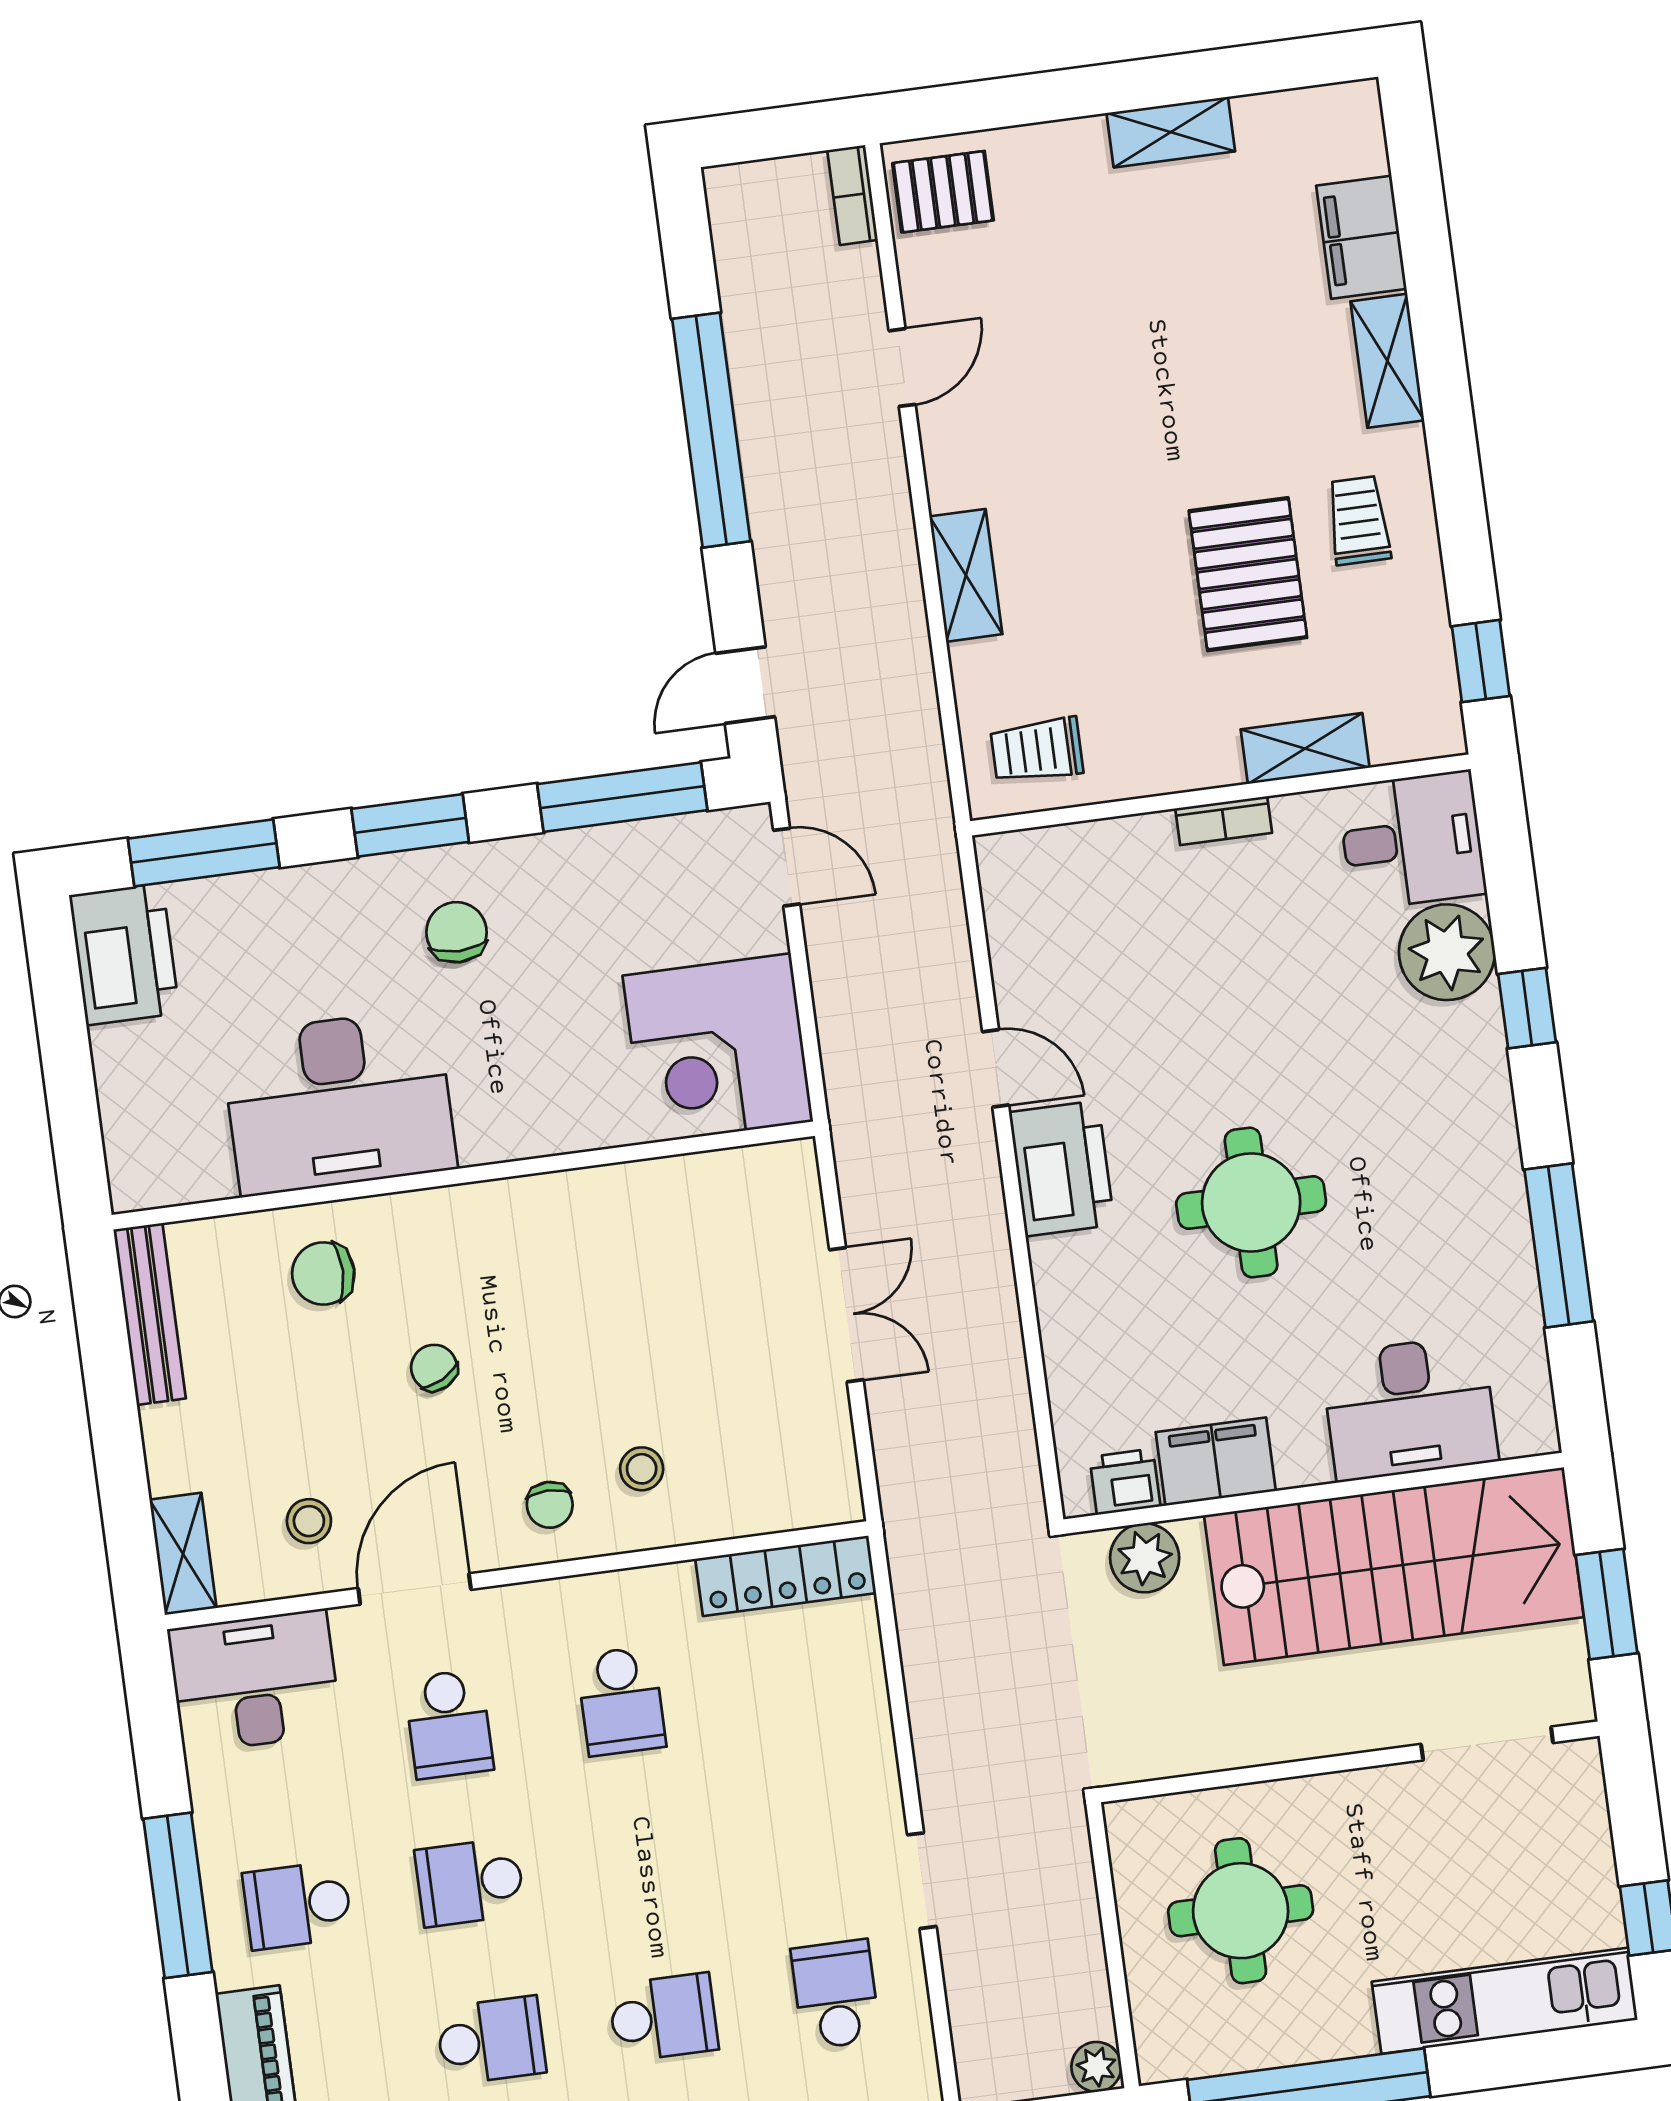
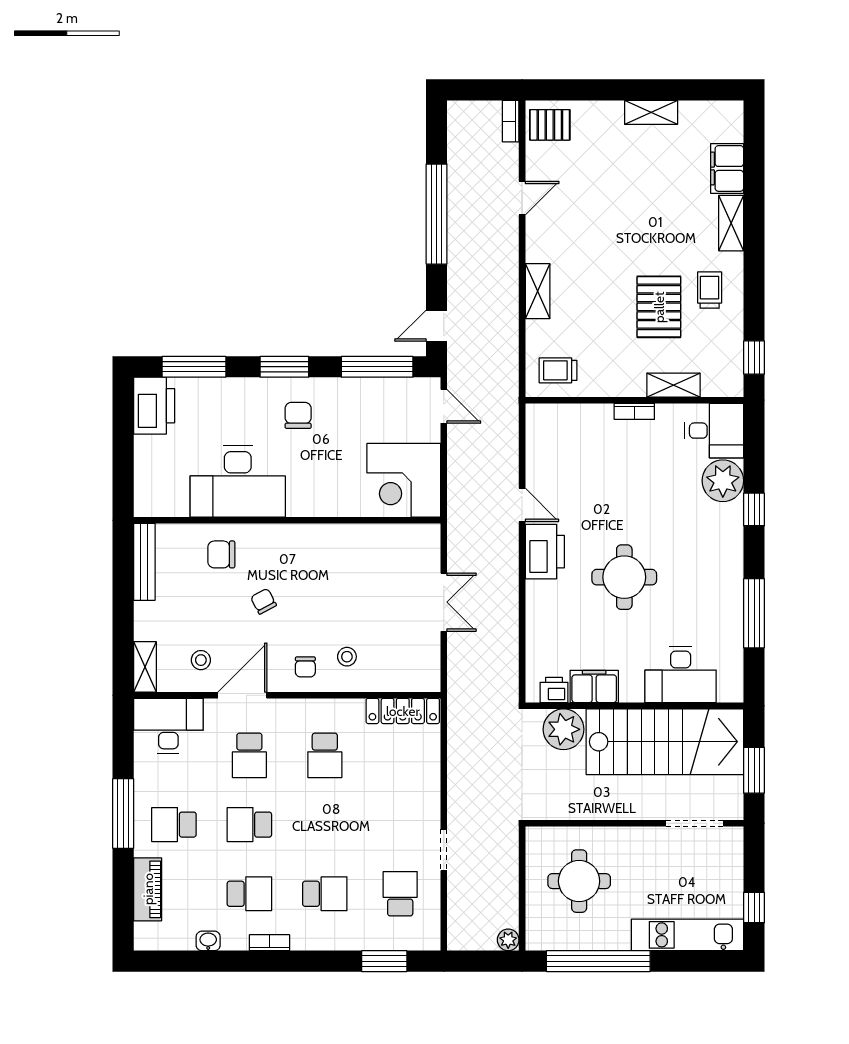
plant: (1145, 1558) -> (564, 729), width x1.36, depth x1.36

